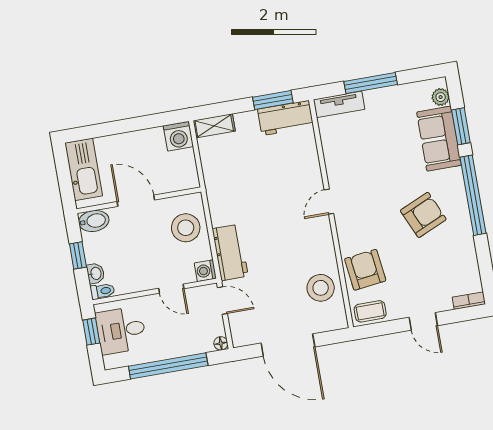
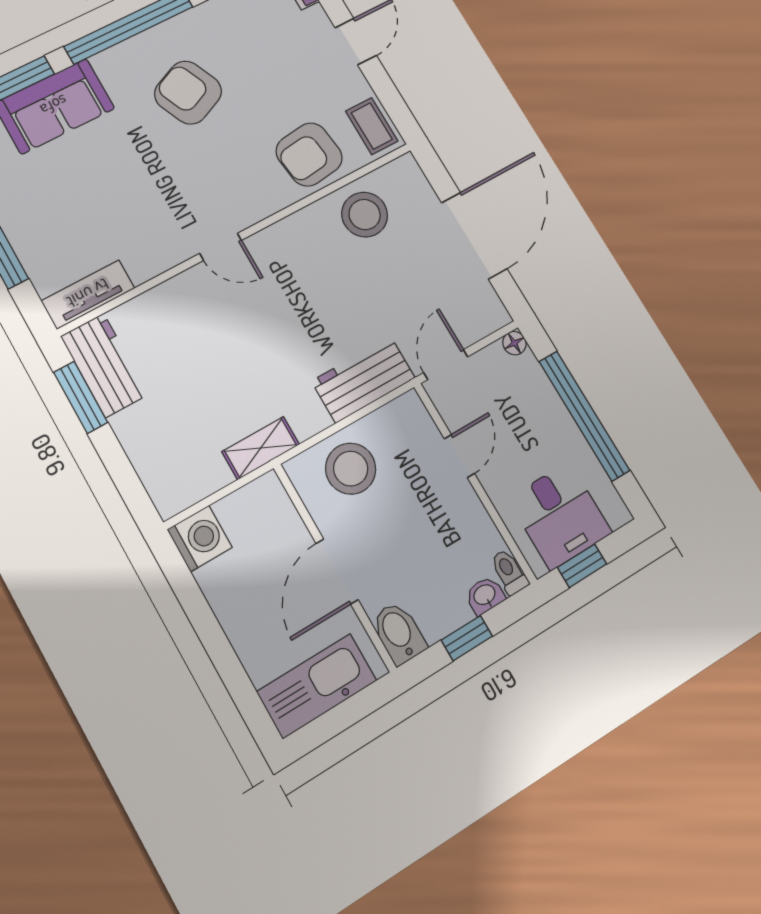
tv unit: (339, 104) -> (88, 294), moved, turned -90
shelving: (214, 126) -> (261, 448), moved, turned 90
washing machine: (205, 271) -> (409, 410), removed

